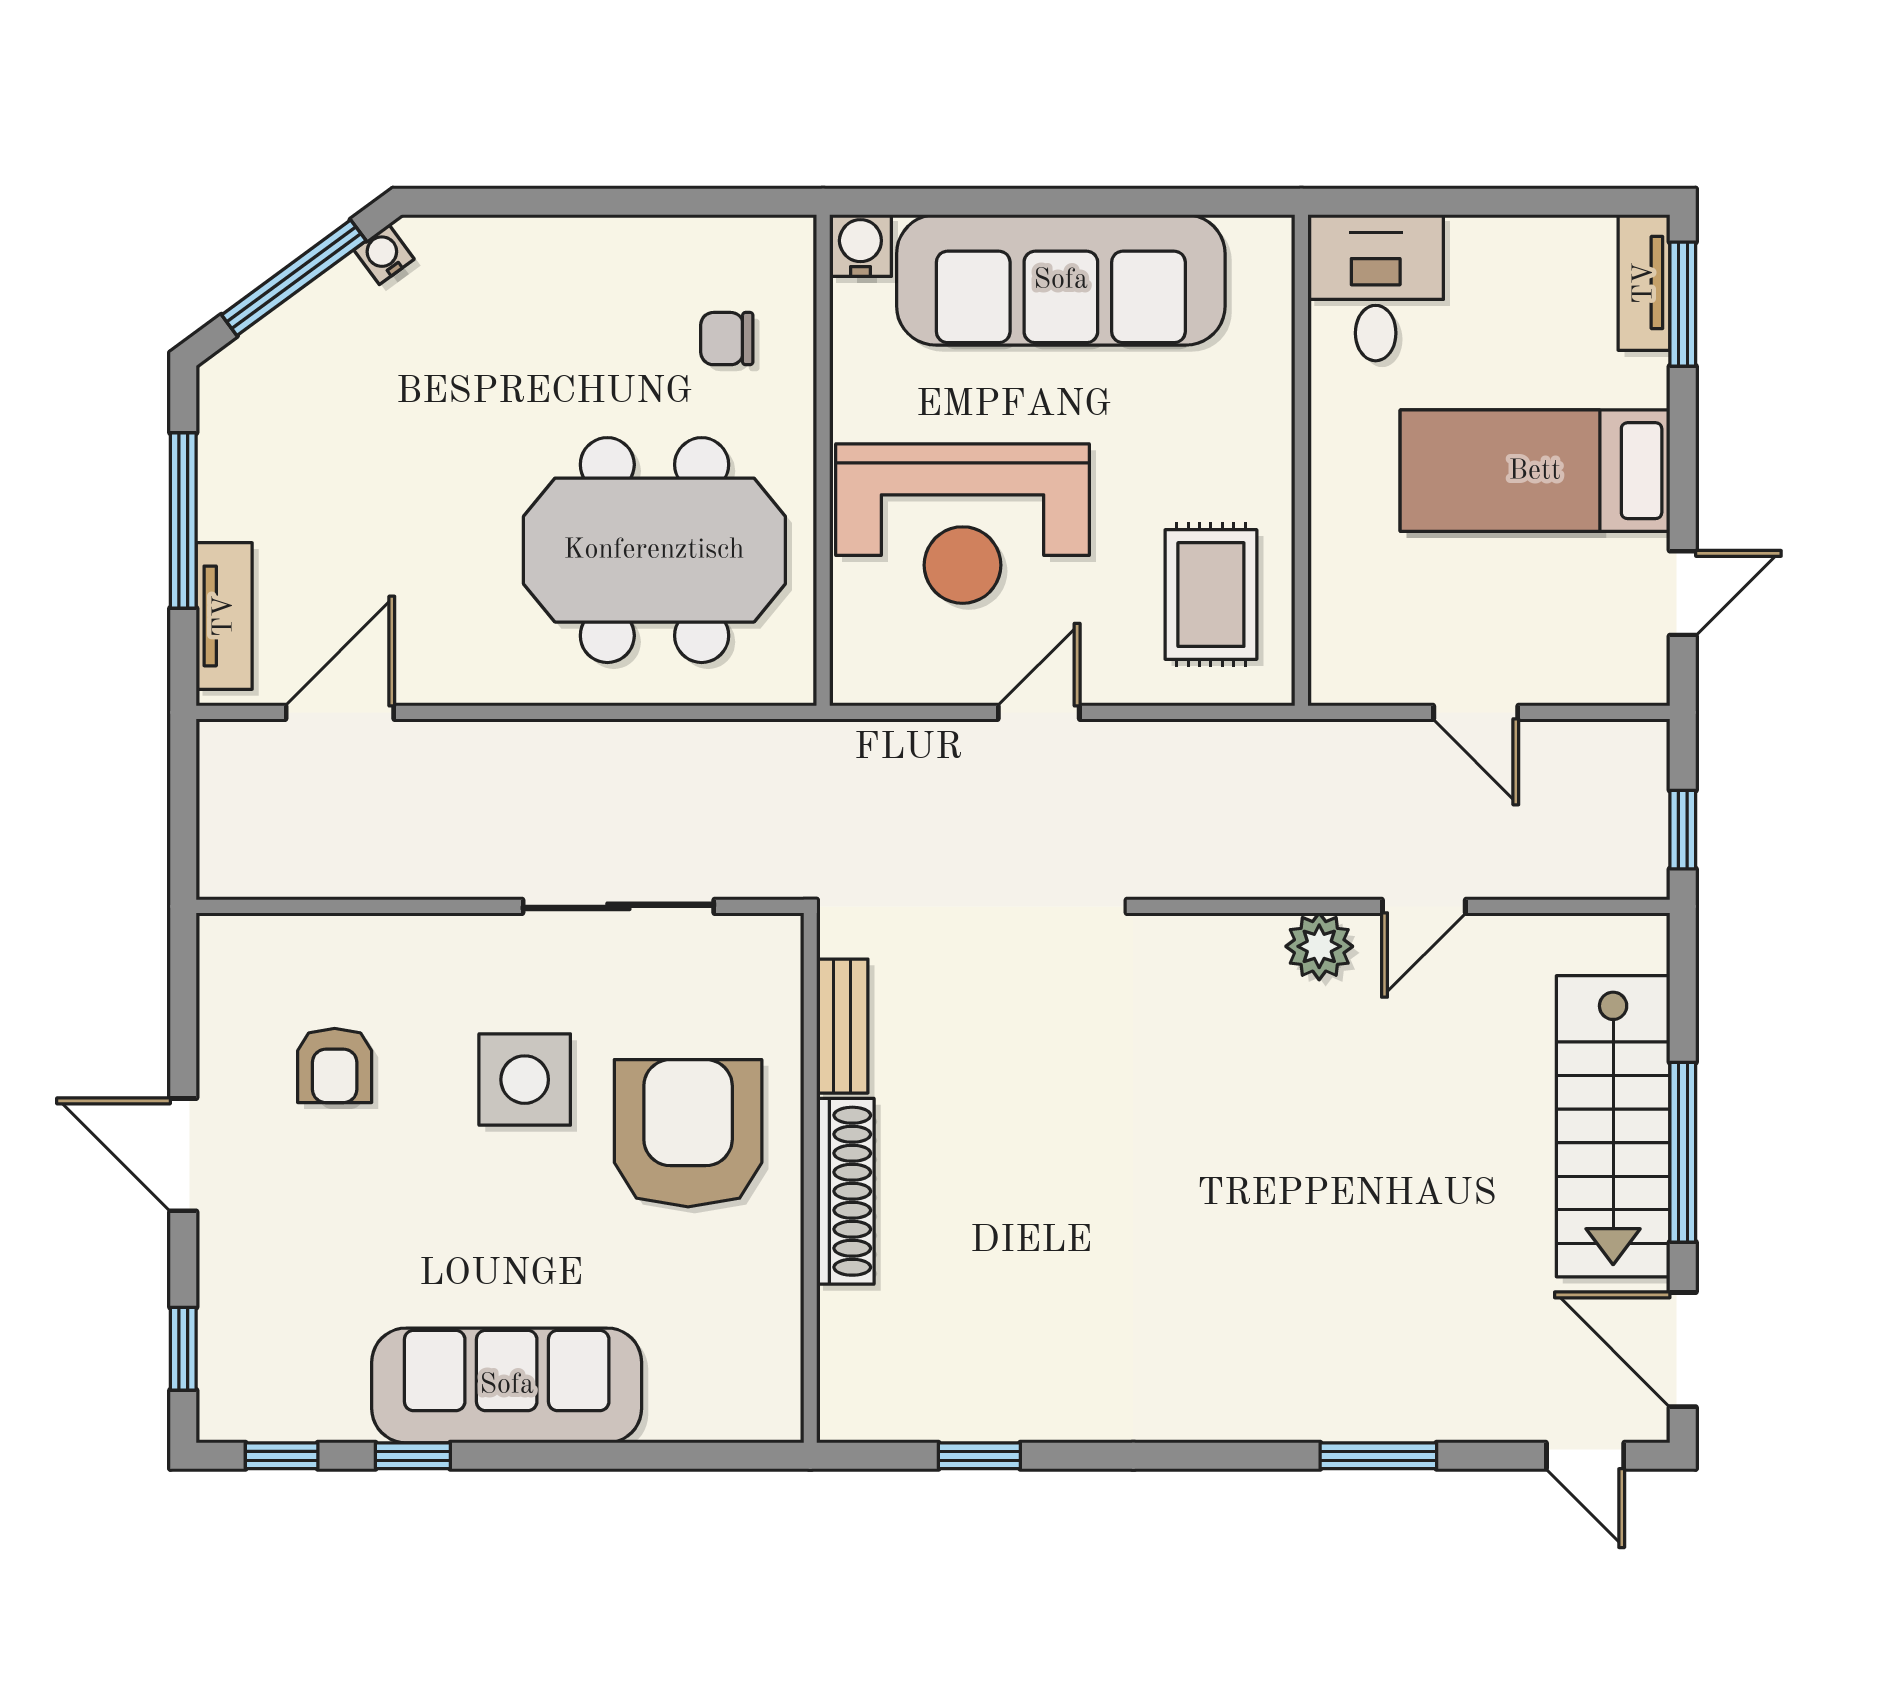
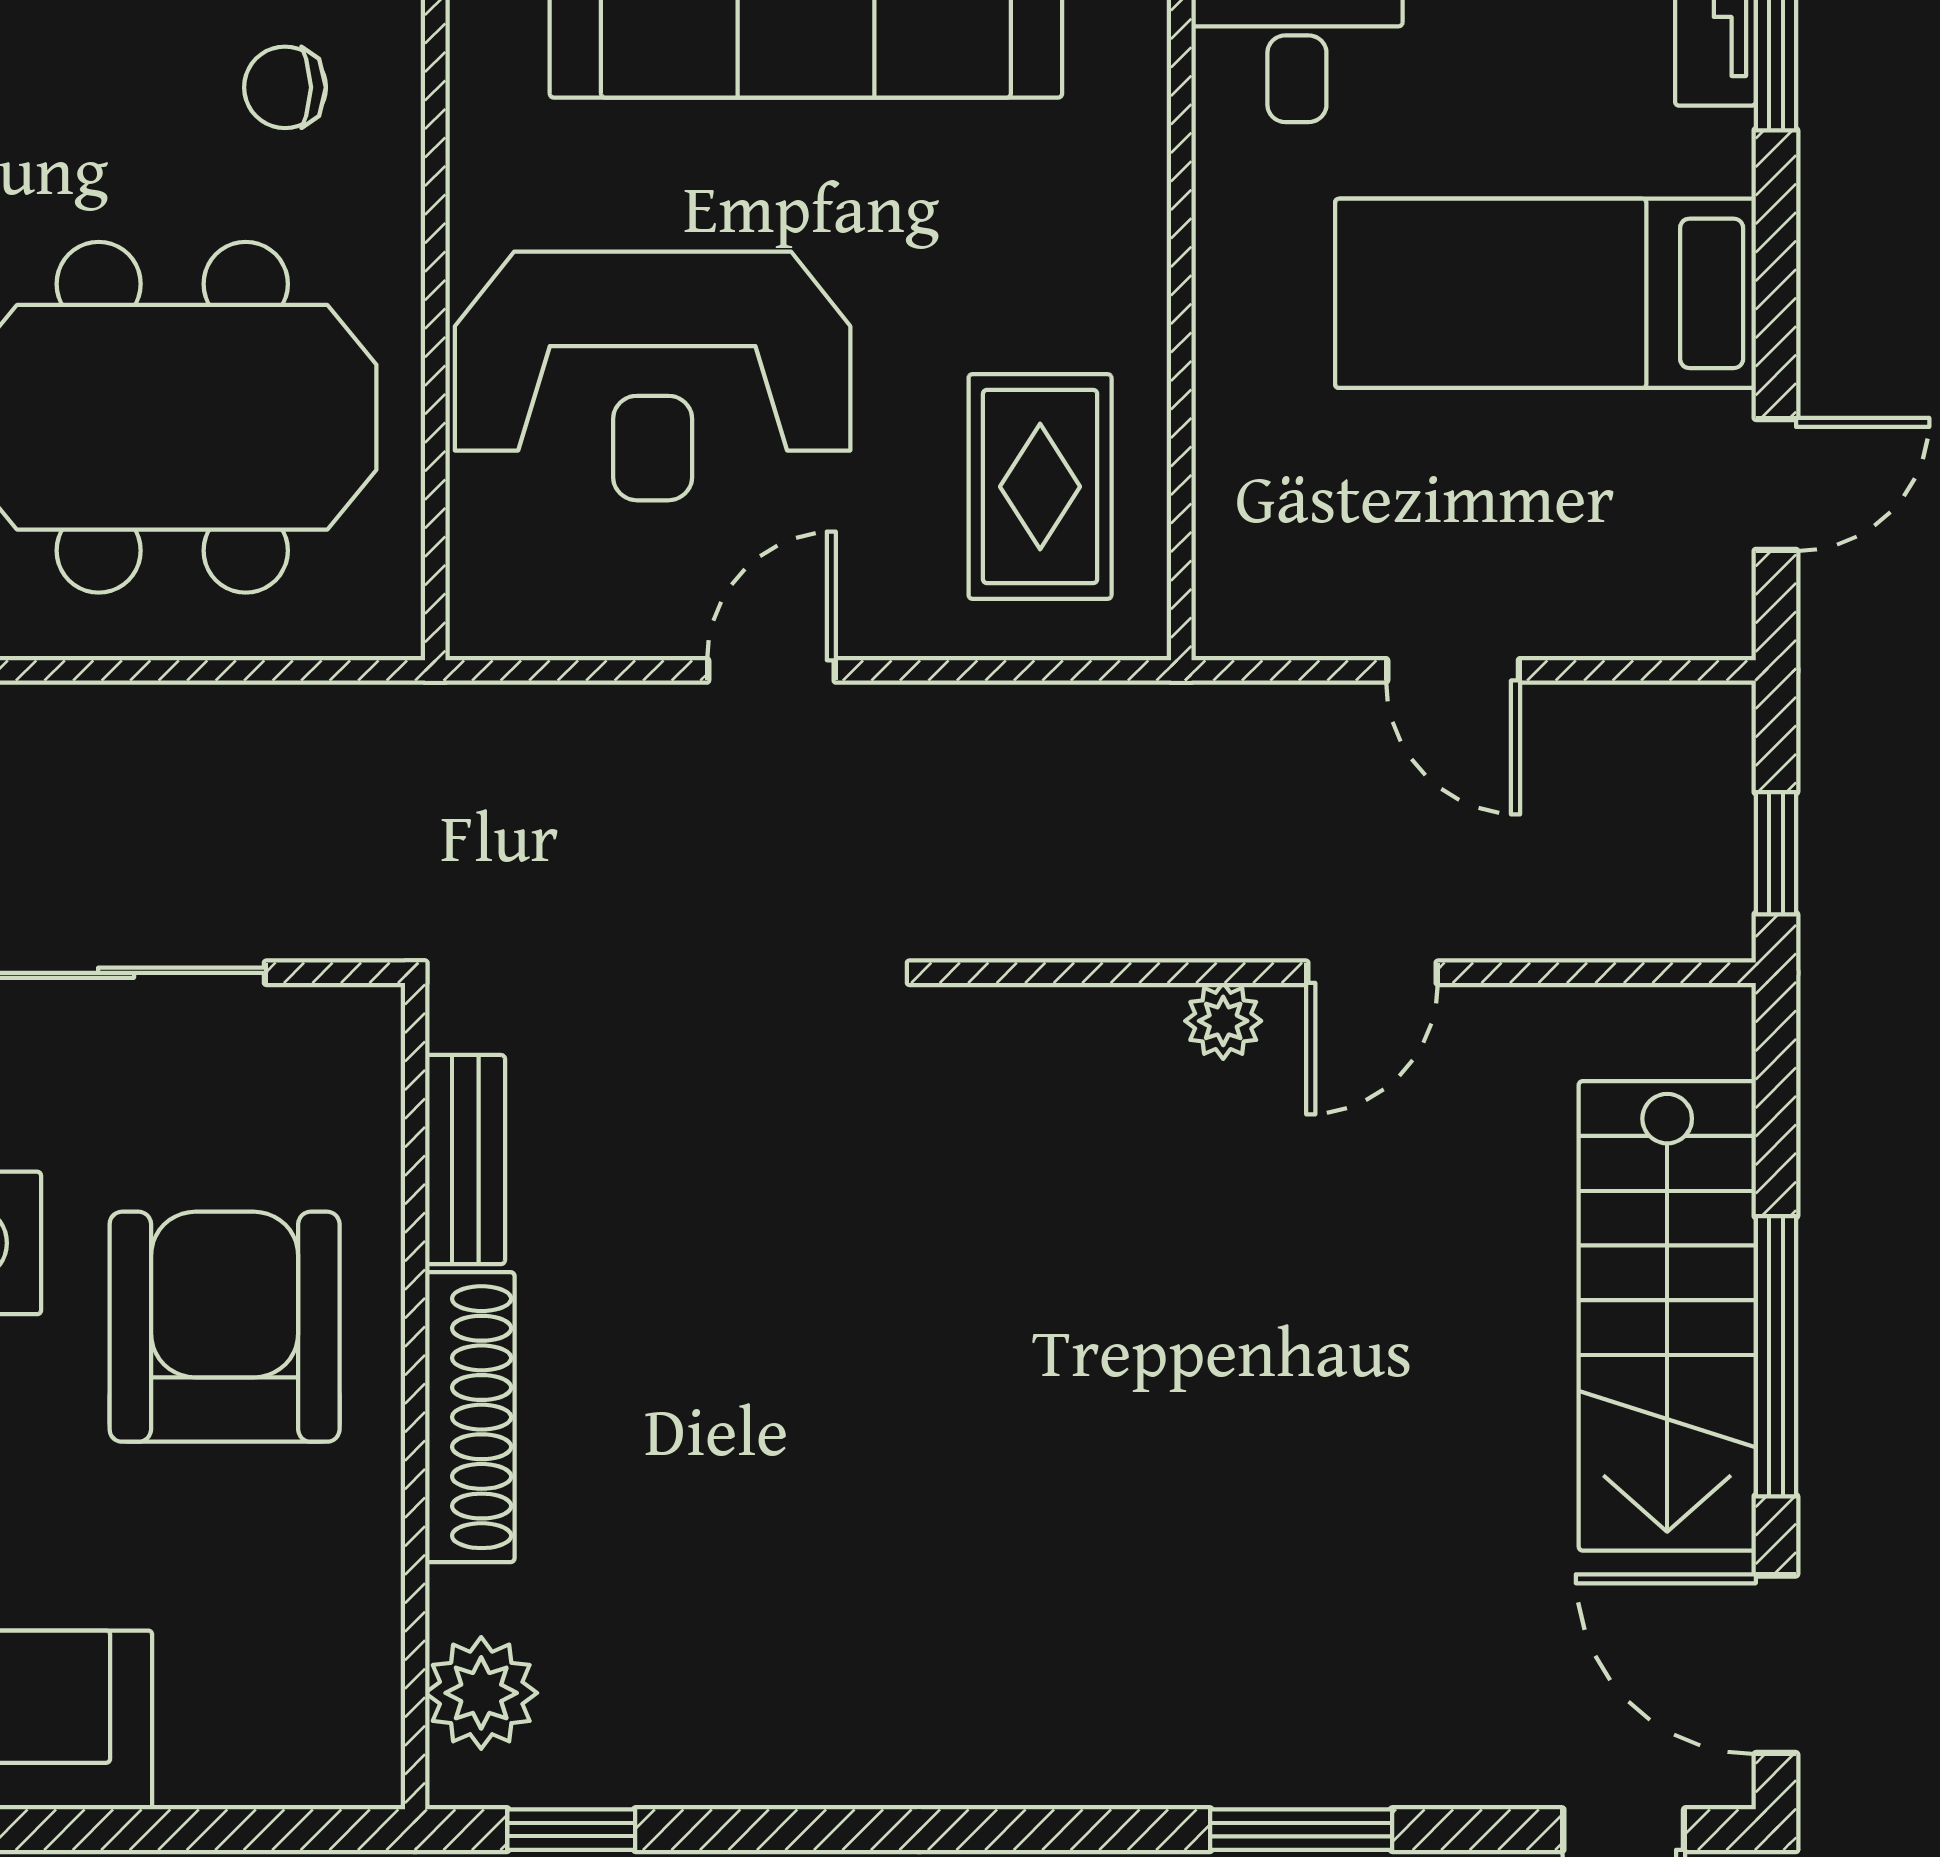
plant: (1319, 946) -> (1223, 1021), width x0.73, depth x0.73
plant: (853, 1368) -> (481, 1693), added
window: (979, 1456) -> (571, 1830), moved

